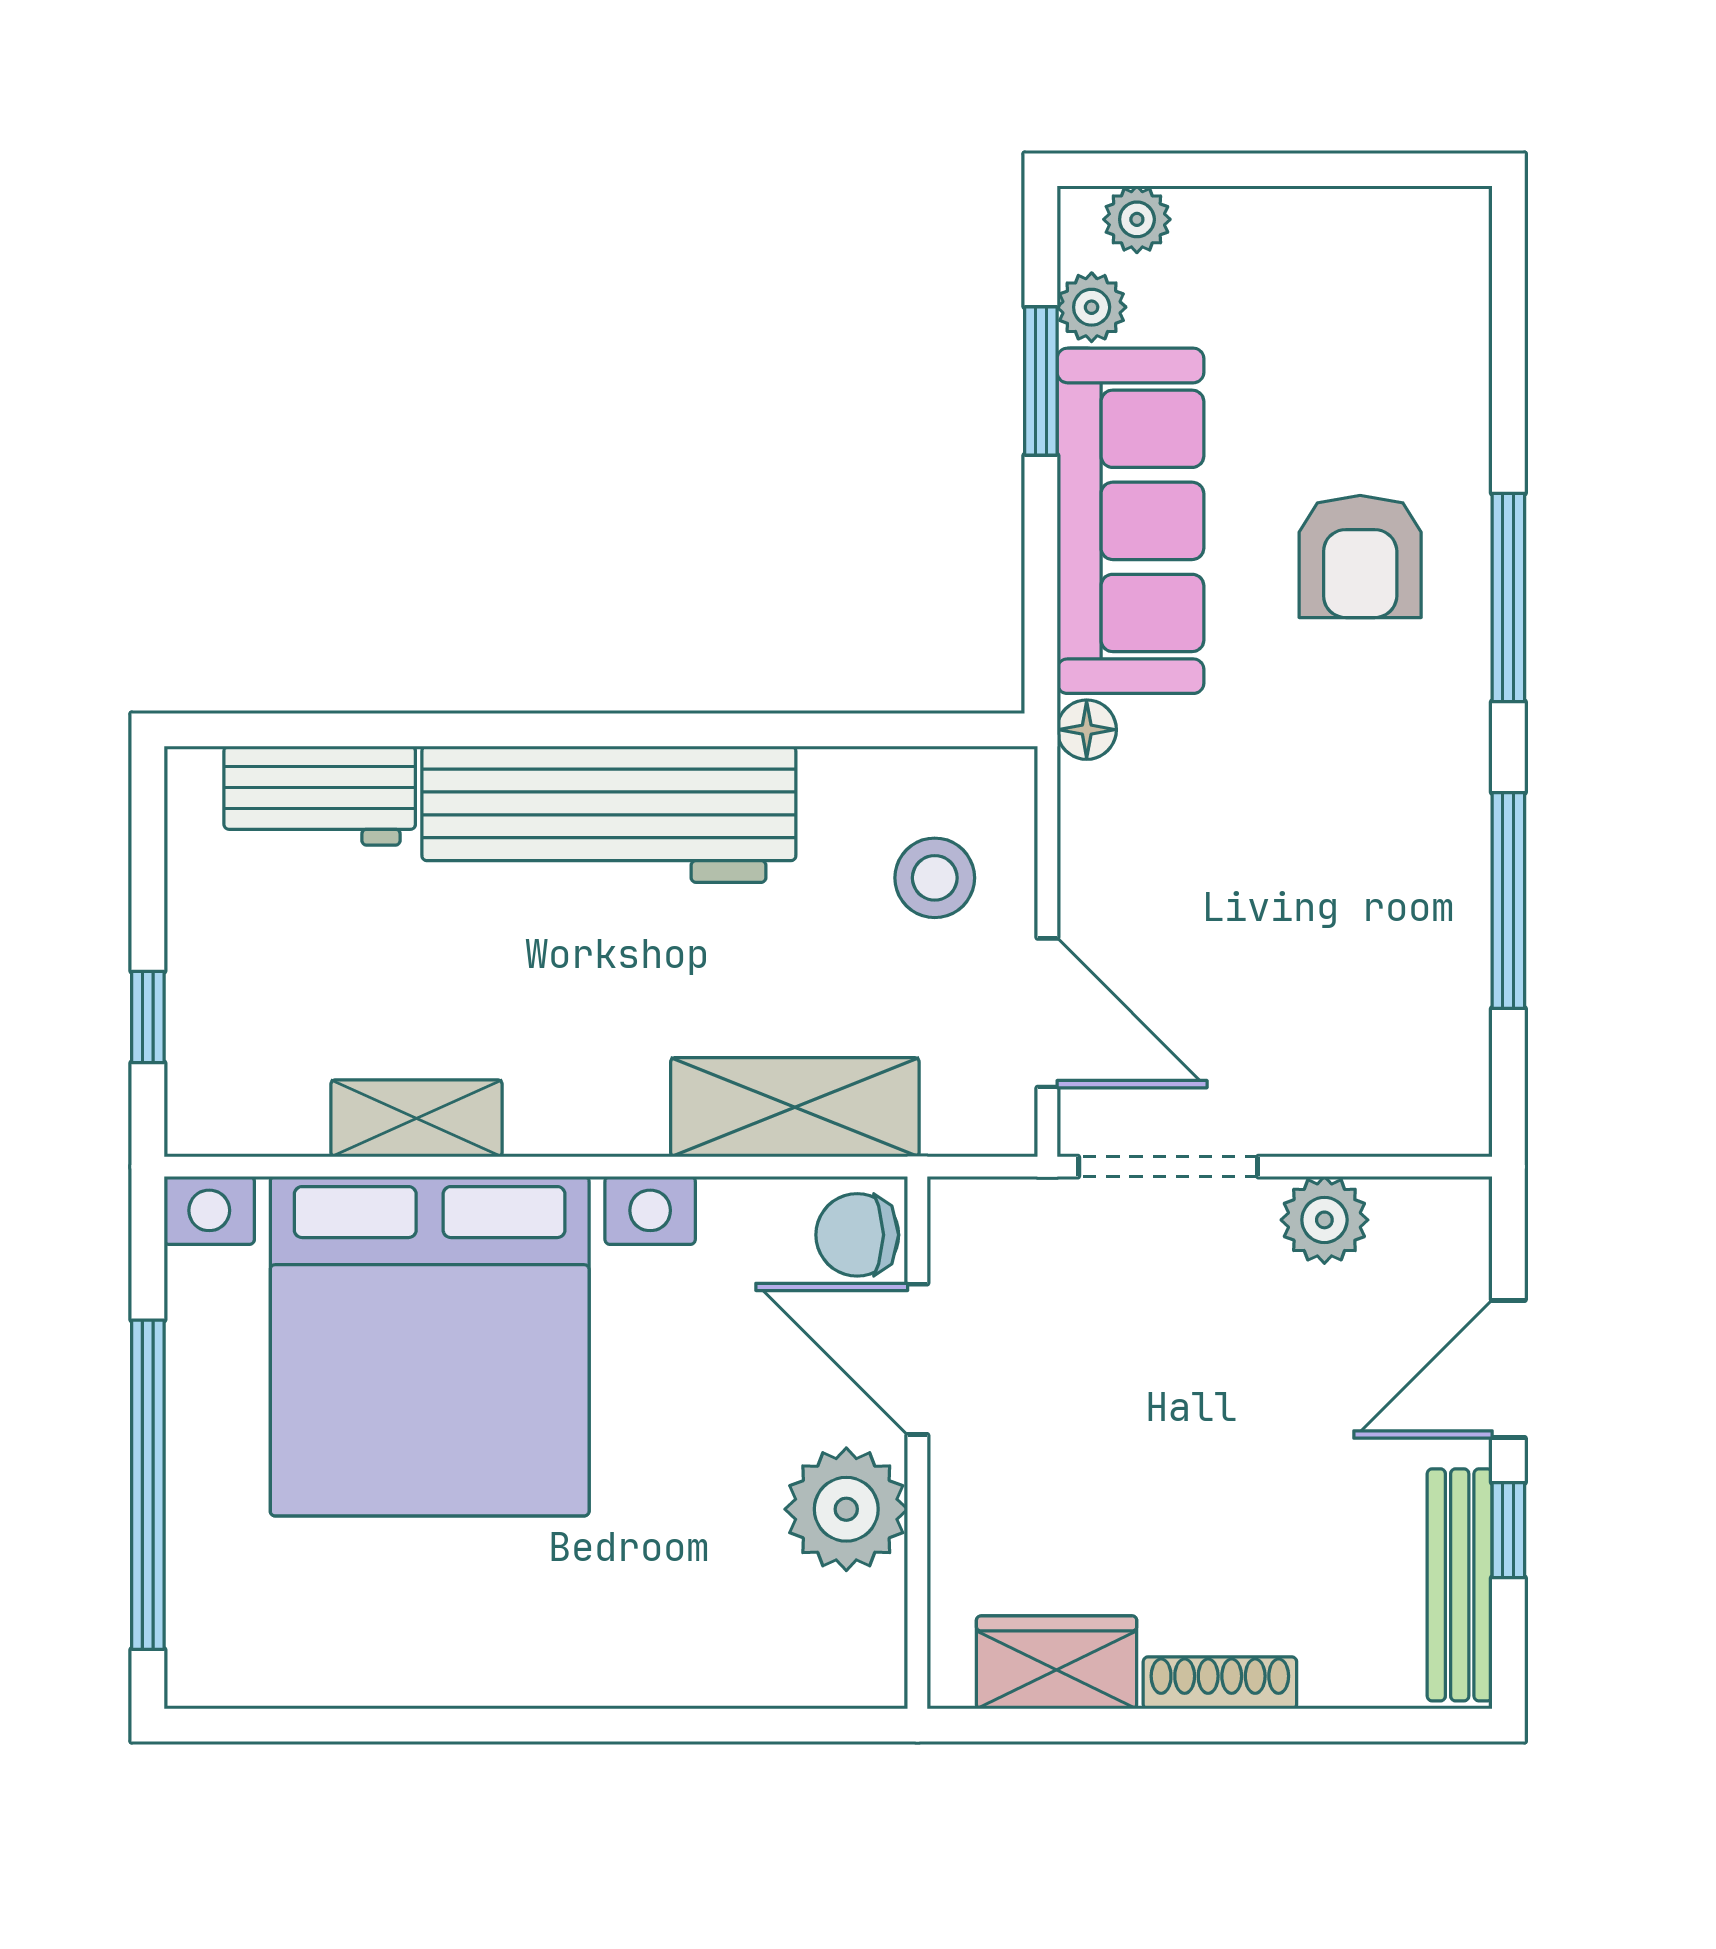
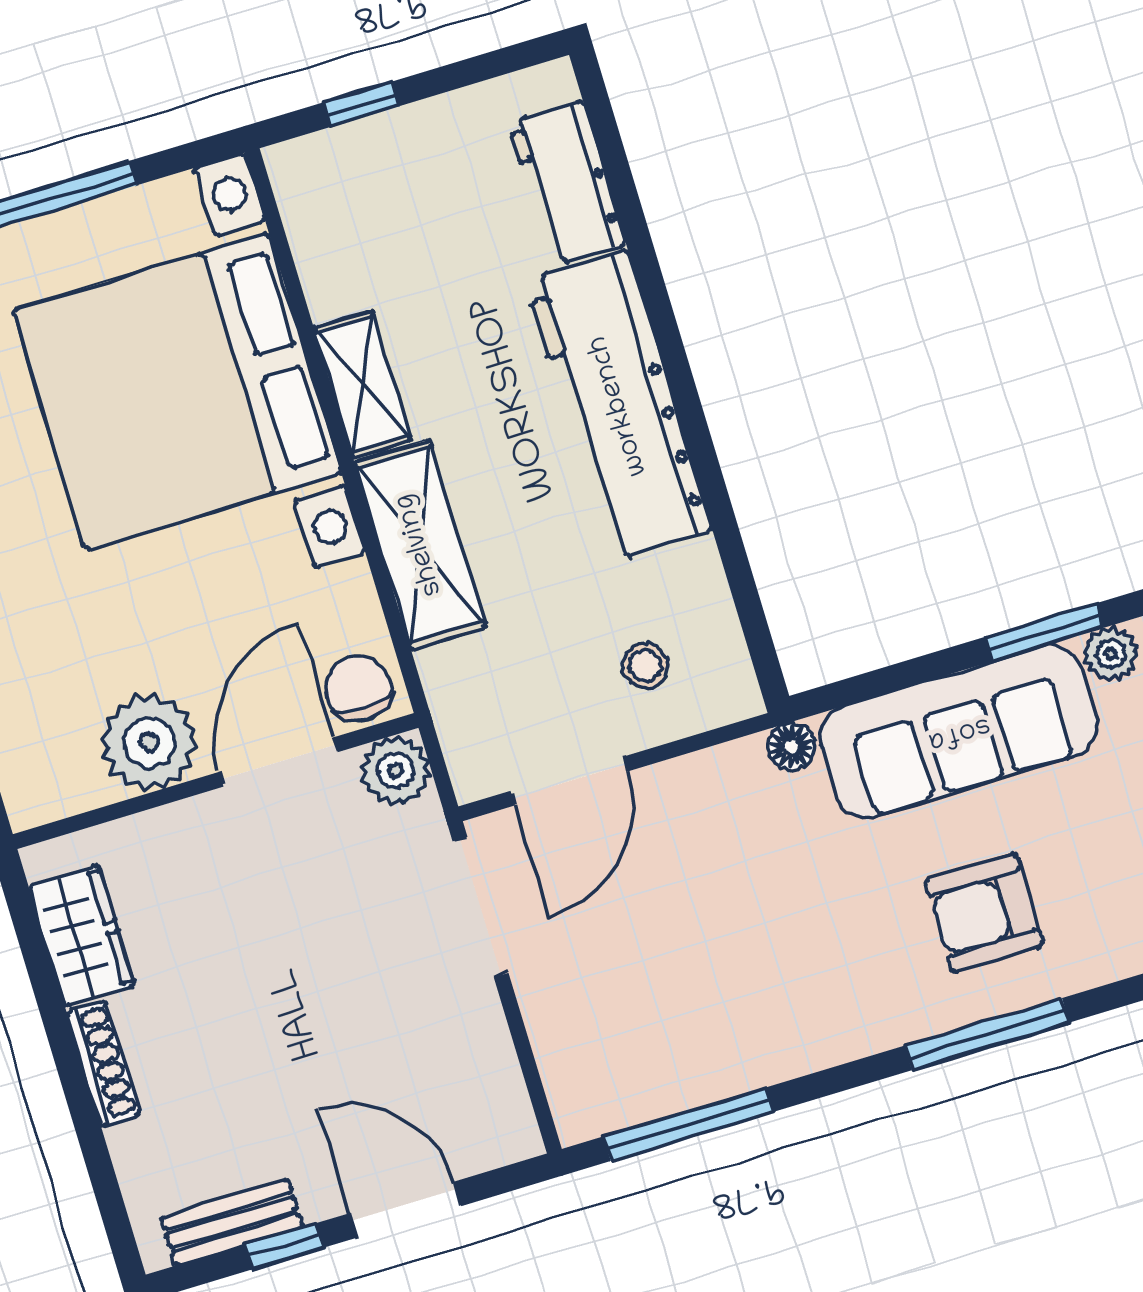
stool: (935, 878) -> (645, 666), width x0.73, depth x0.73
window: (1508, 900) -> (688, 1124), moved
shelving: (795, 1107) -> (420, 545), moved
shelving: (416, 1118) -> (362, 384), moved
plant: (1324, 1220) -> (396, 770), moved
bench: (1460, 1585) -> (232, 1222), width x0.73

